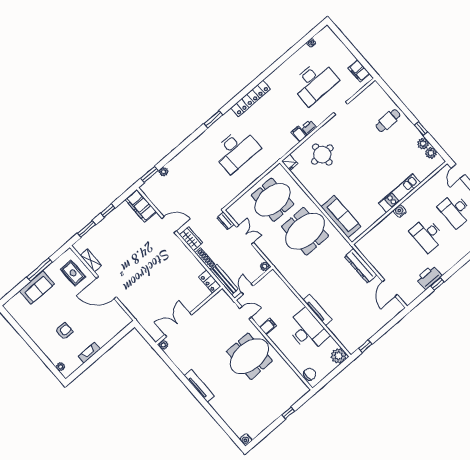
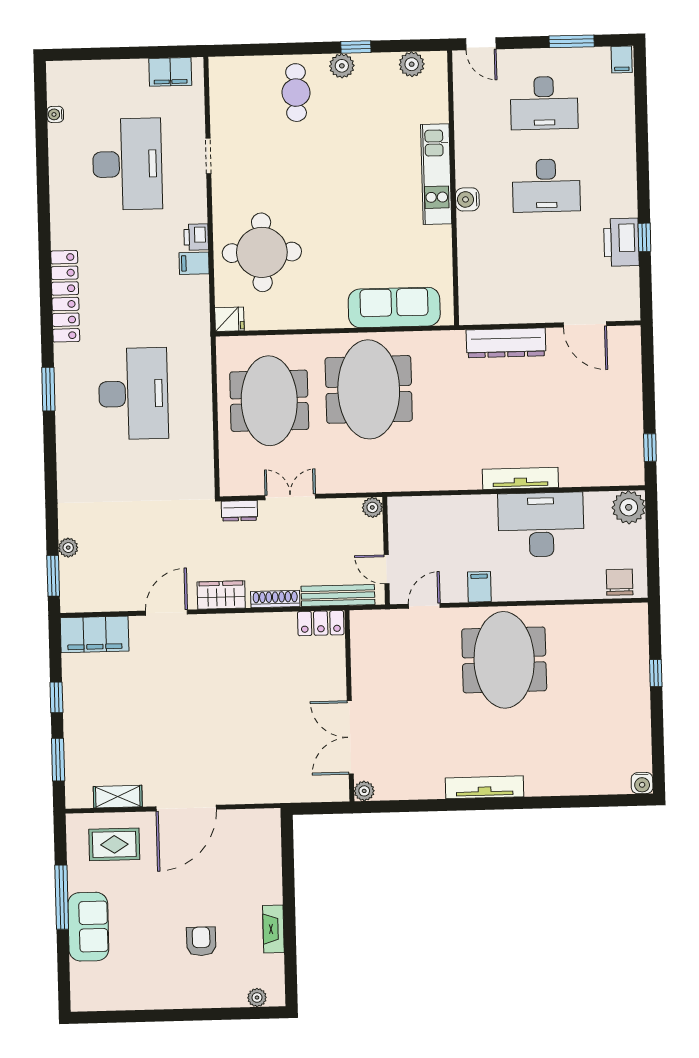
plant: (423, 144) -> (342, 66), moved
round table: (322, 155) -> (262, 252), width x1.36, depth x1.36

